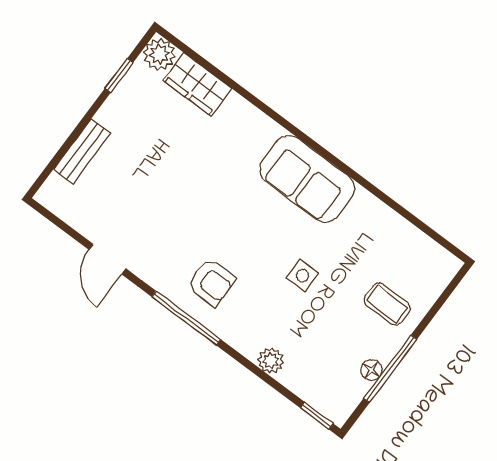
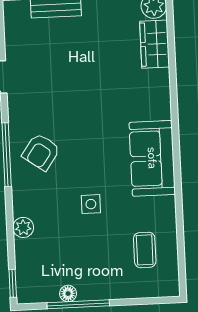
armchair: (211, 282) -> (41, 152), turned 35
coffee table: (387, 304) -> (145, 250), moved

